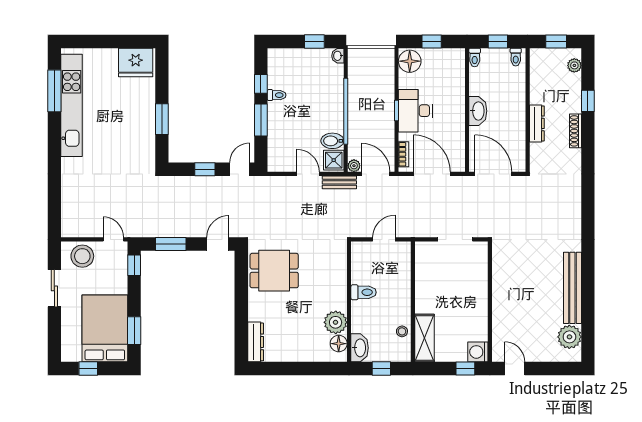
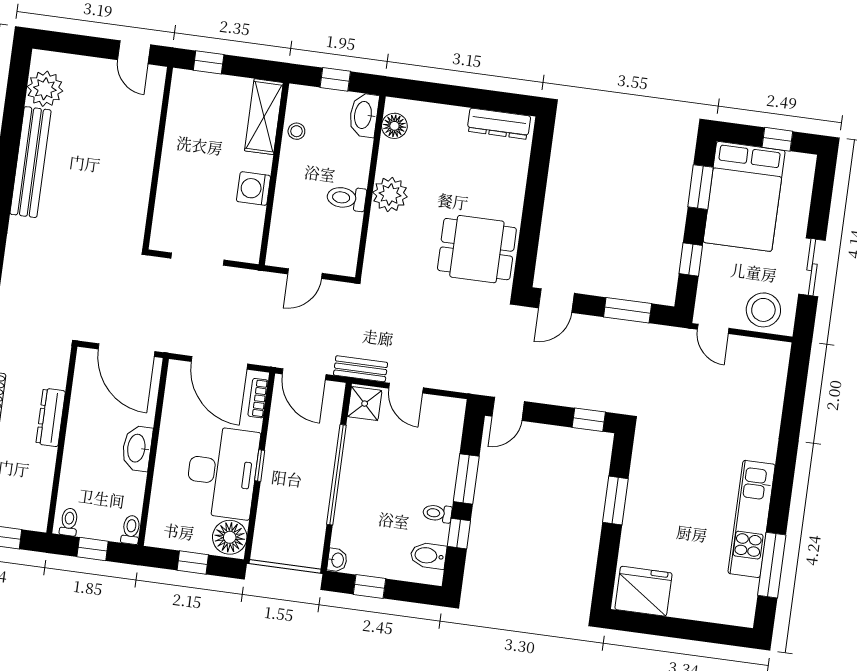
kitchen unit: (72, 105) -> (752, 519), width x0.73
desk: (415, 111) -> (222, 472), width x1.36, depth x1.30
bidet: (332, 141) -> (428, 556), moved, turned 180
plant: (354, 166) -> (335, 391), removed
window: (205, 169) -> (589, 420), moved
window: (134, 265) -> (691, 259), moved
plant: (336, 322) -> (390, 194), moved
dresser: (256, 342) -> (499, 124), moved, turned -90
washing machine: (478, 352) -> (254, 189), moved, turned 180

